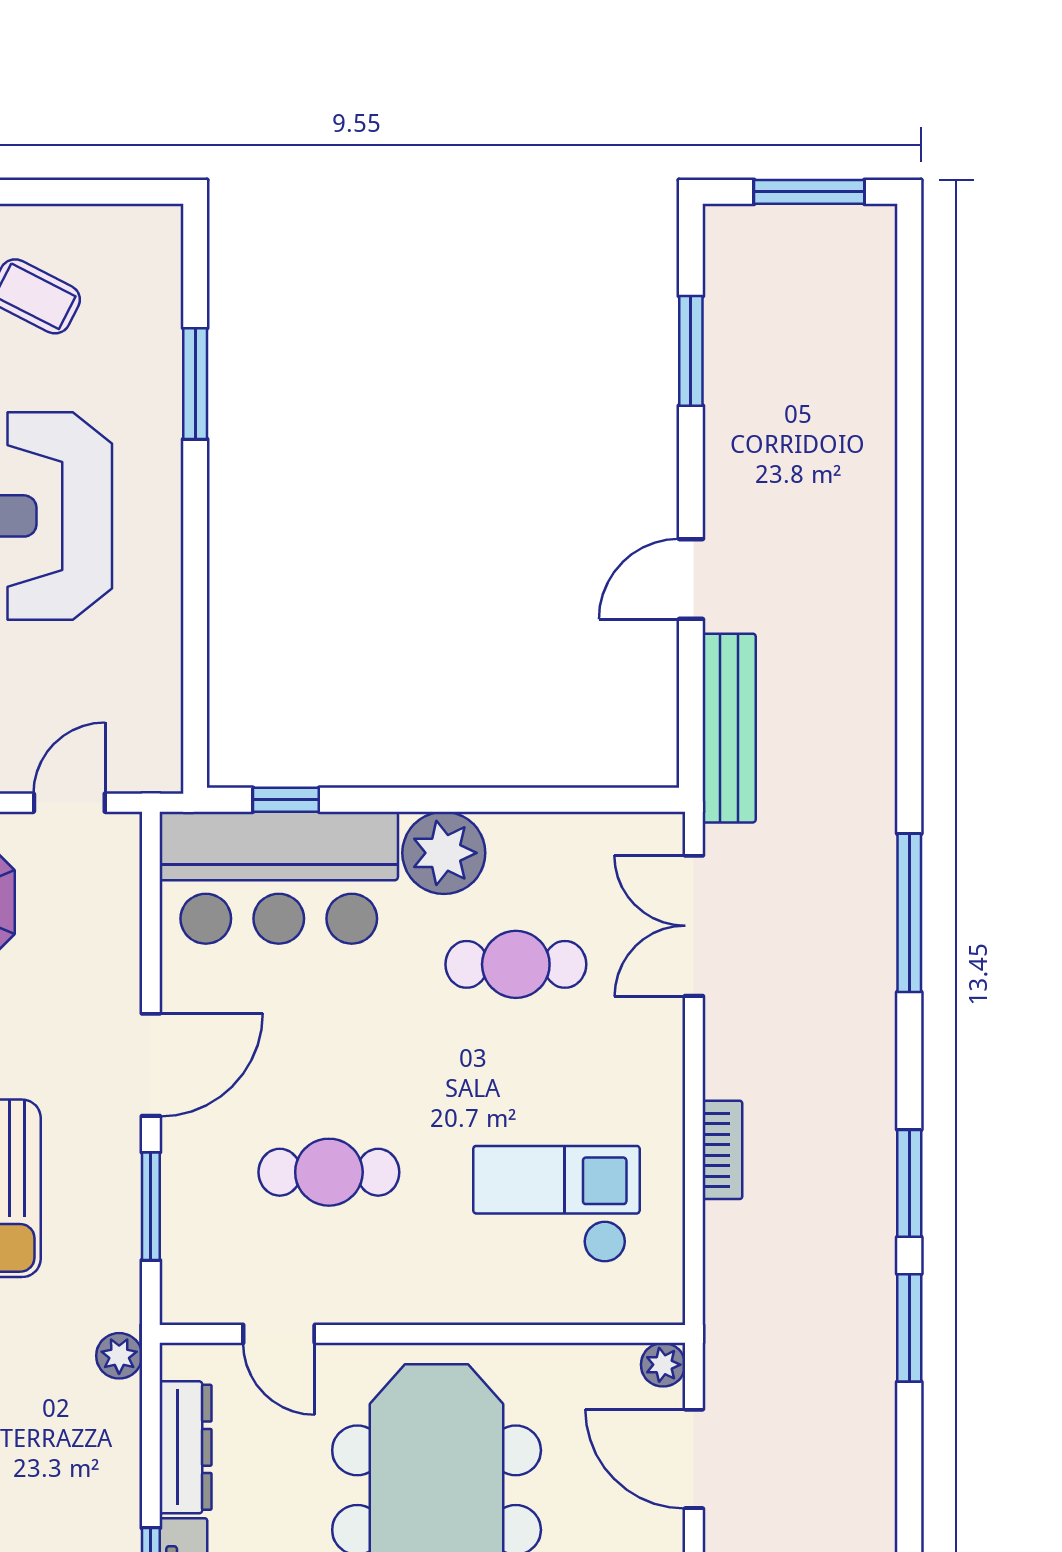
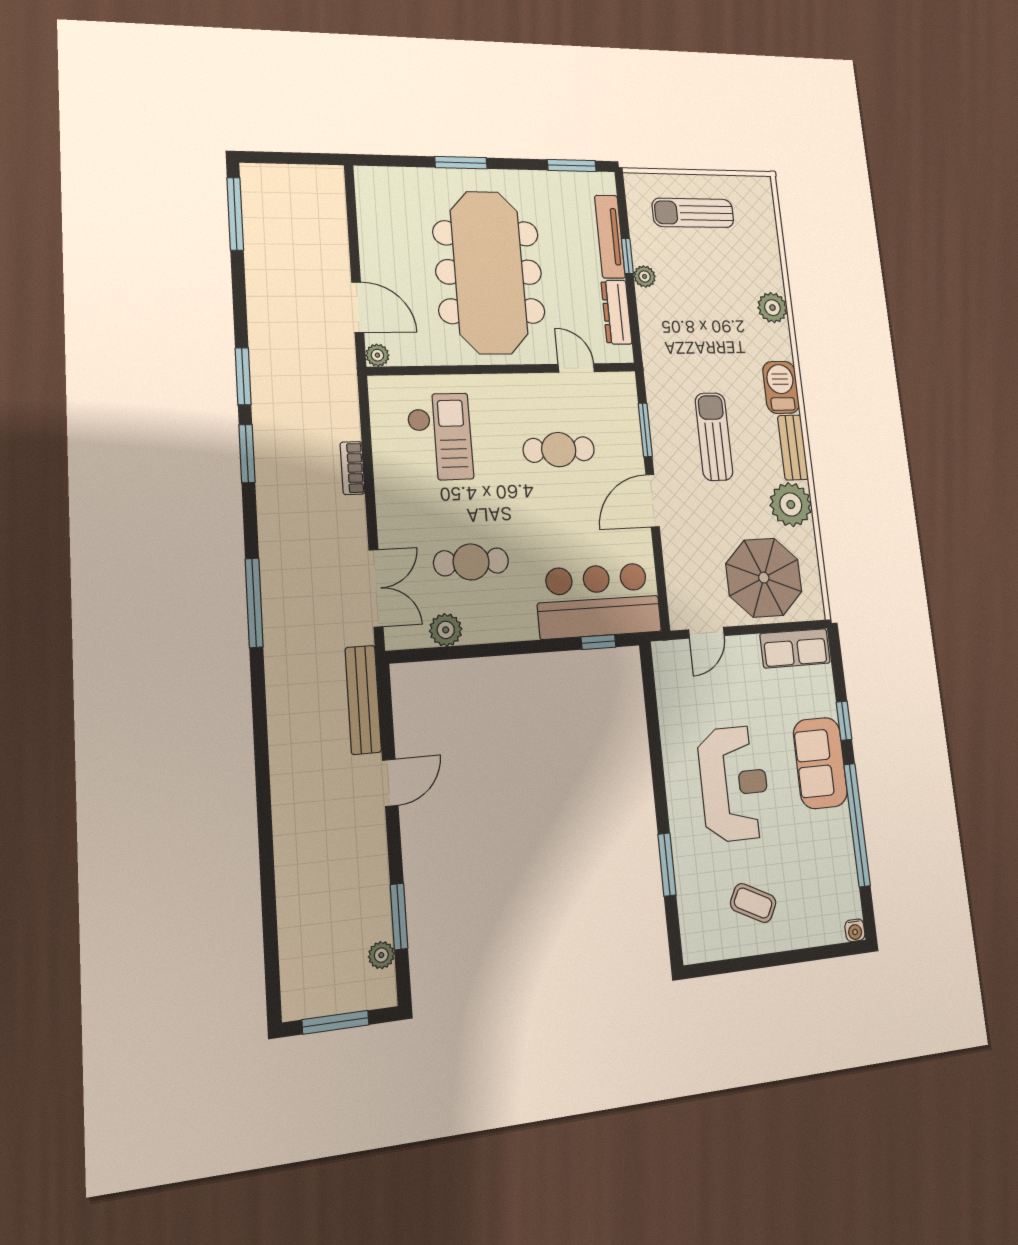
plant: (725, 291) -> (381, 955), added
plant: (444, 853) -> (446, 630), moved, width x0.73, depth x0.73
checkout: (556, 1204) -> (440, 437), turned -90
plant: (119, 1356) -> (645, 276), moved

